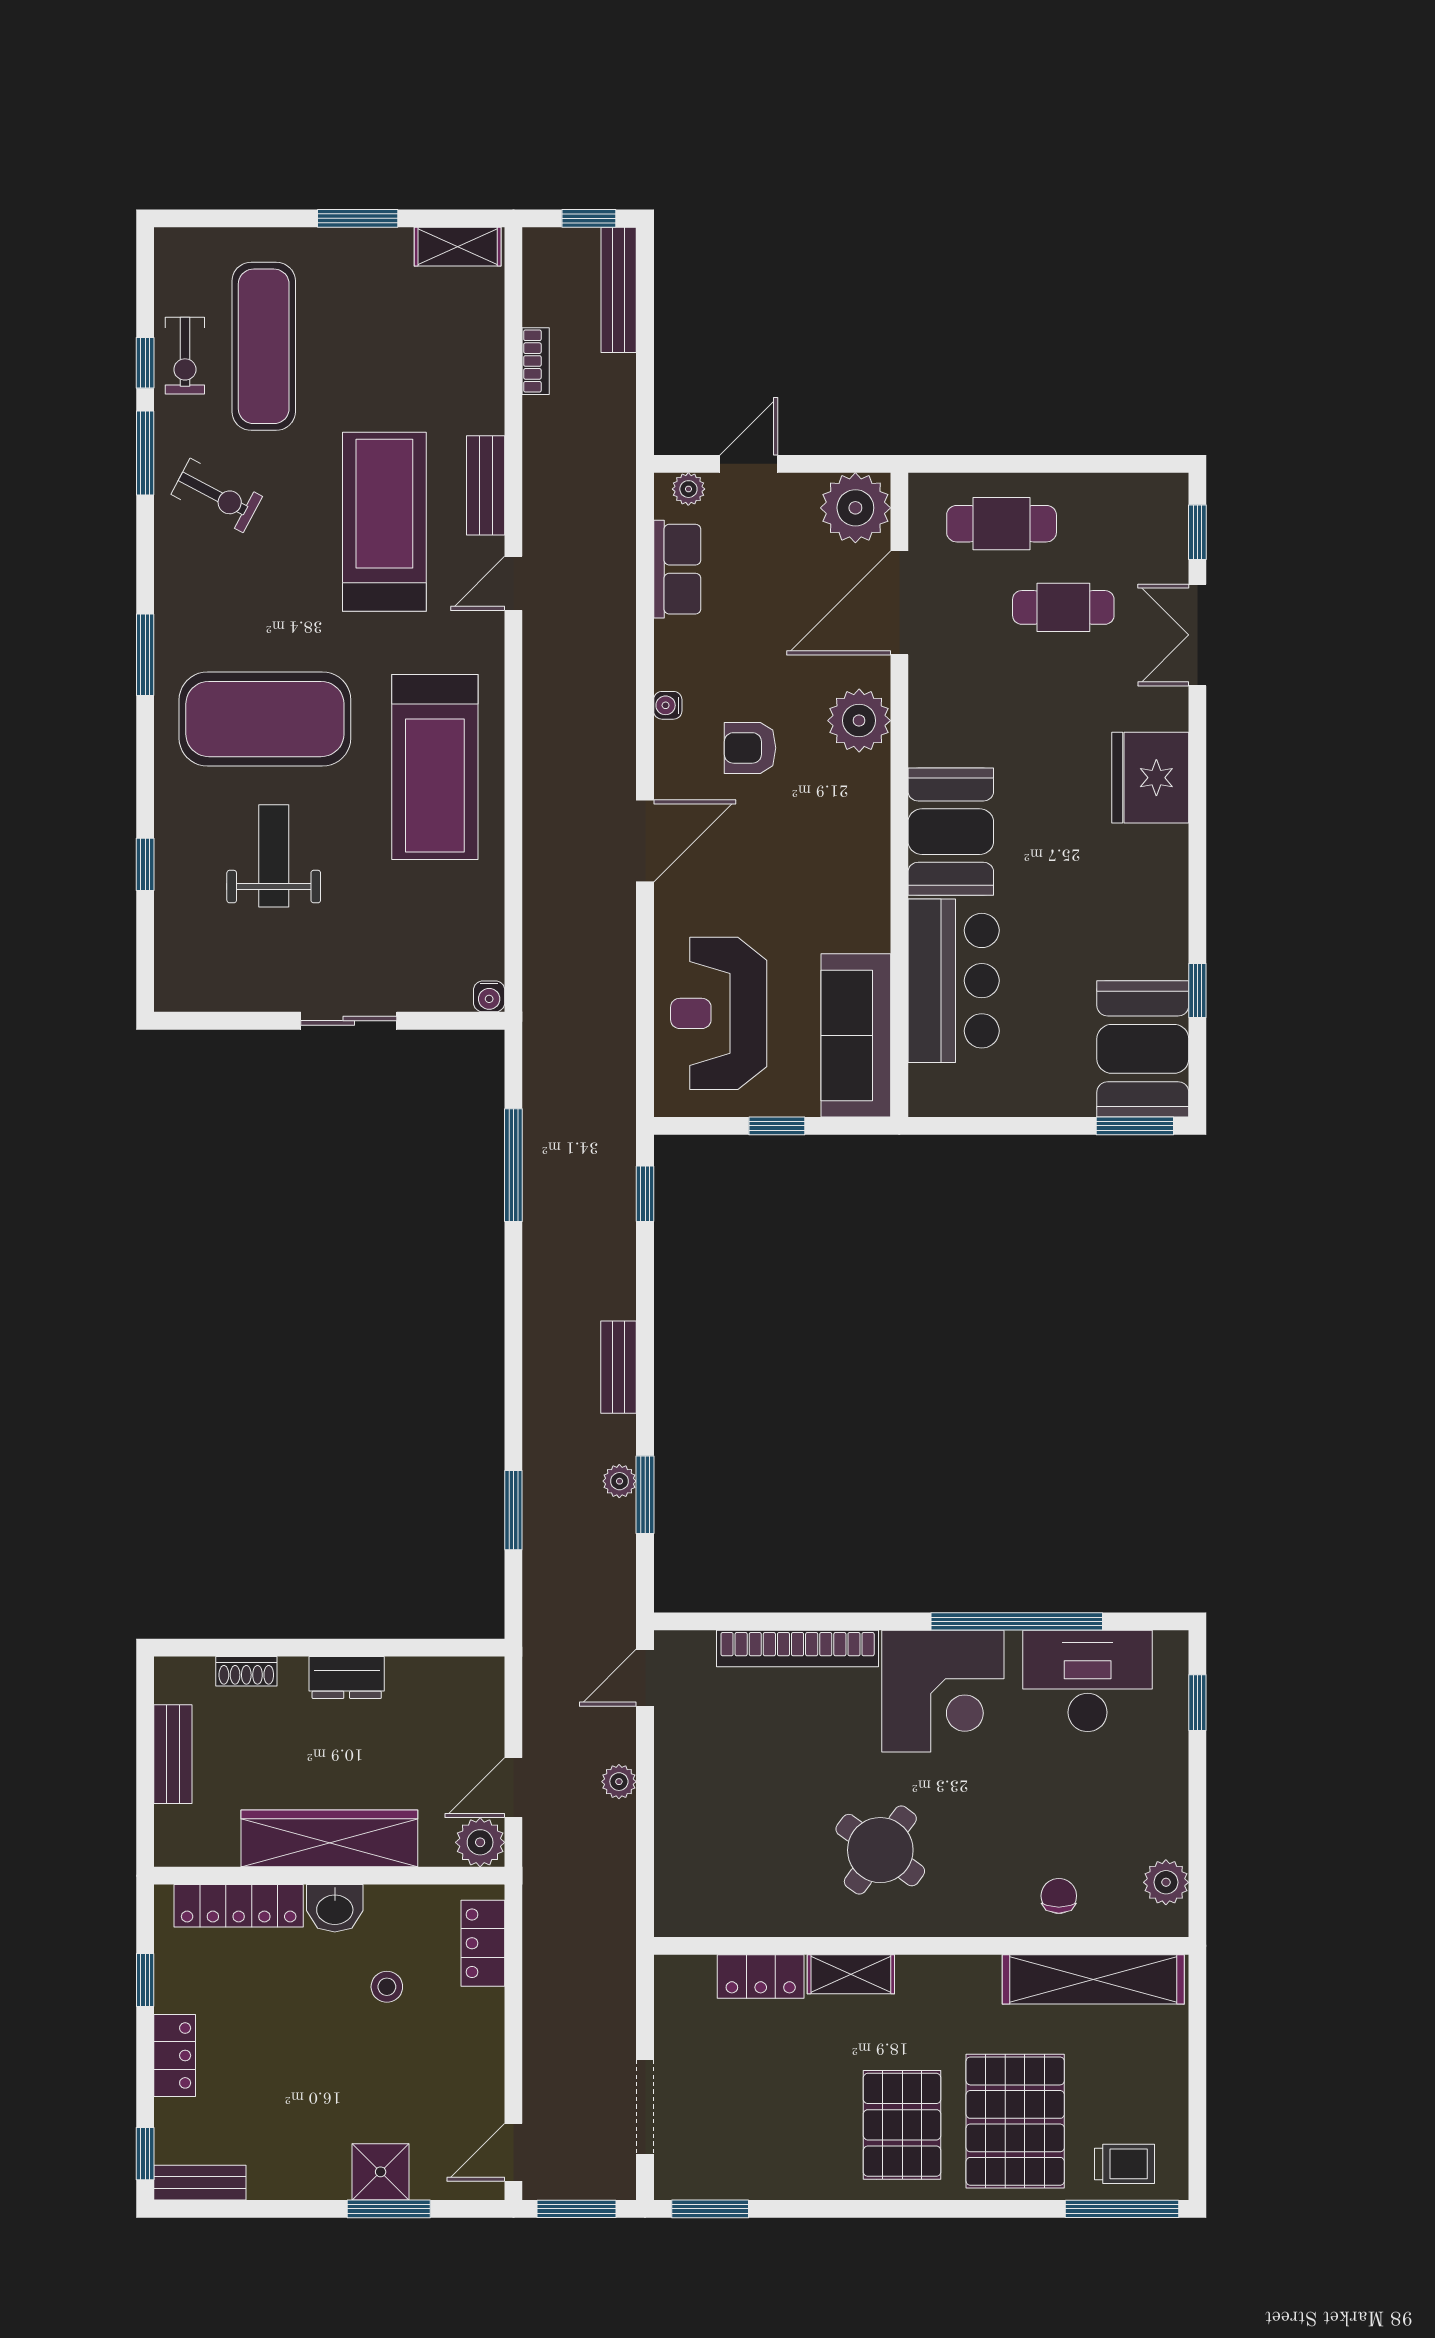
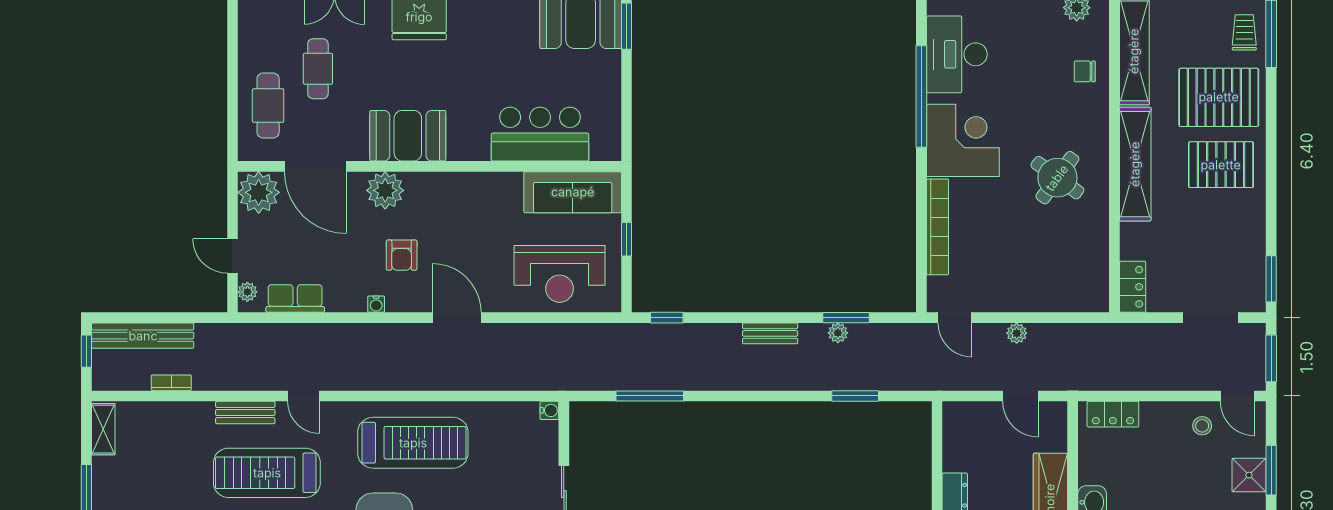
bench: (619, 290) -> (143, 336), width x1.37, depth x1.21
booth: (951, 832) -> (408, 136), moved
plant: (480, 1842) -> (1053, 416), removed
shelving: (851, 1974) -> (1135, 164), width x2.20, depth x1.33
locker: (761, 1976) -> (1133, 287), moved
stool: (387, 1987) -> (1202, 426), moved

